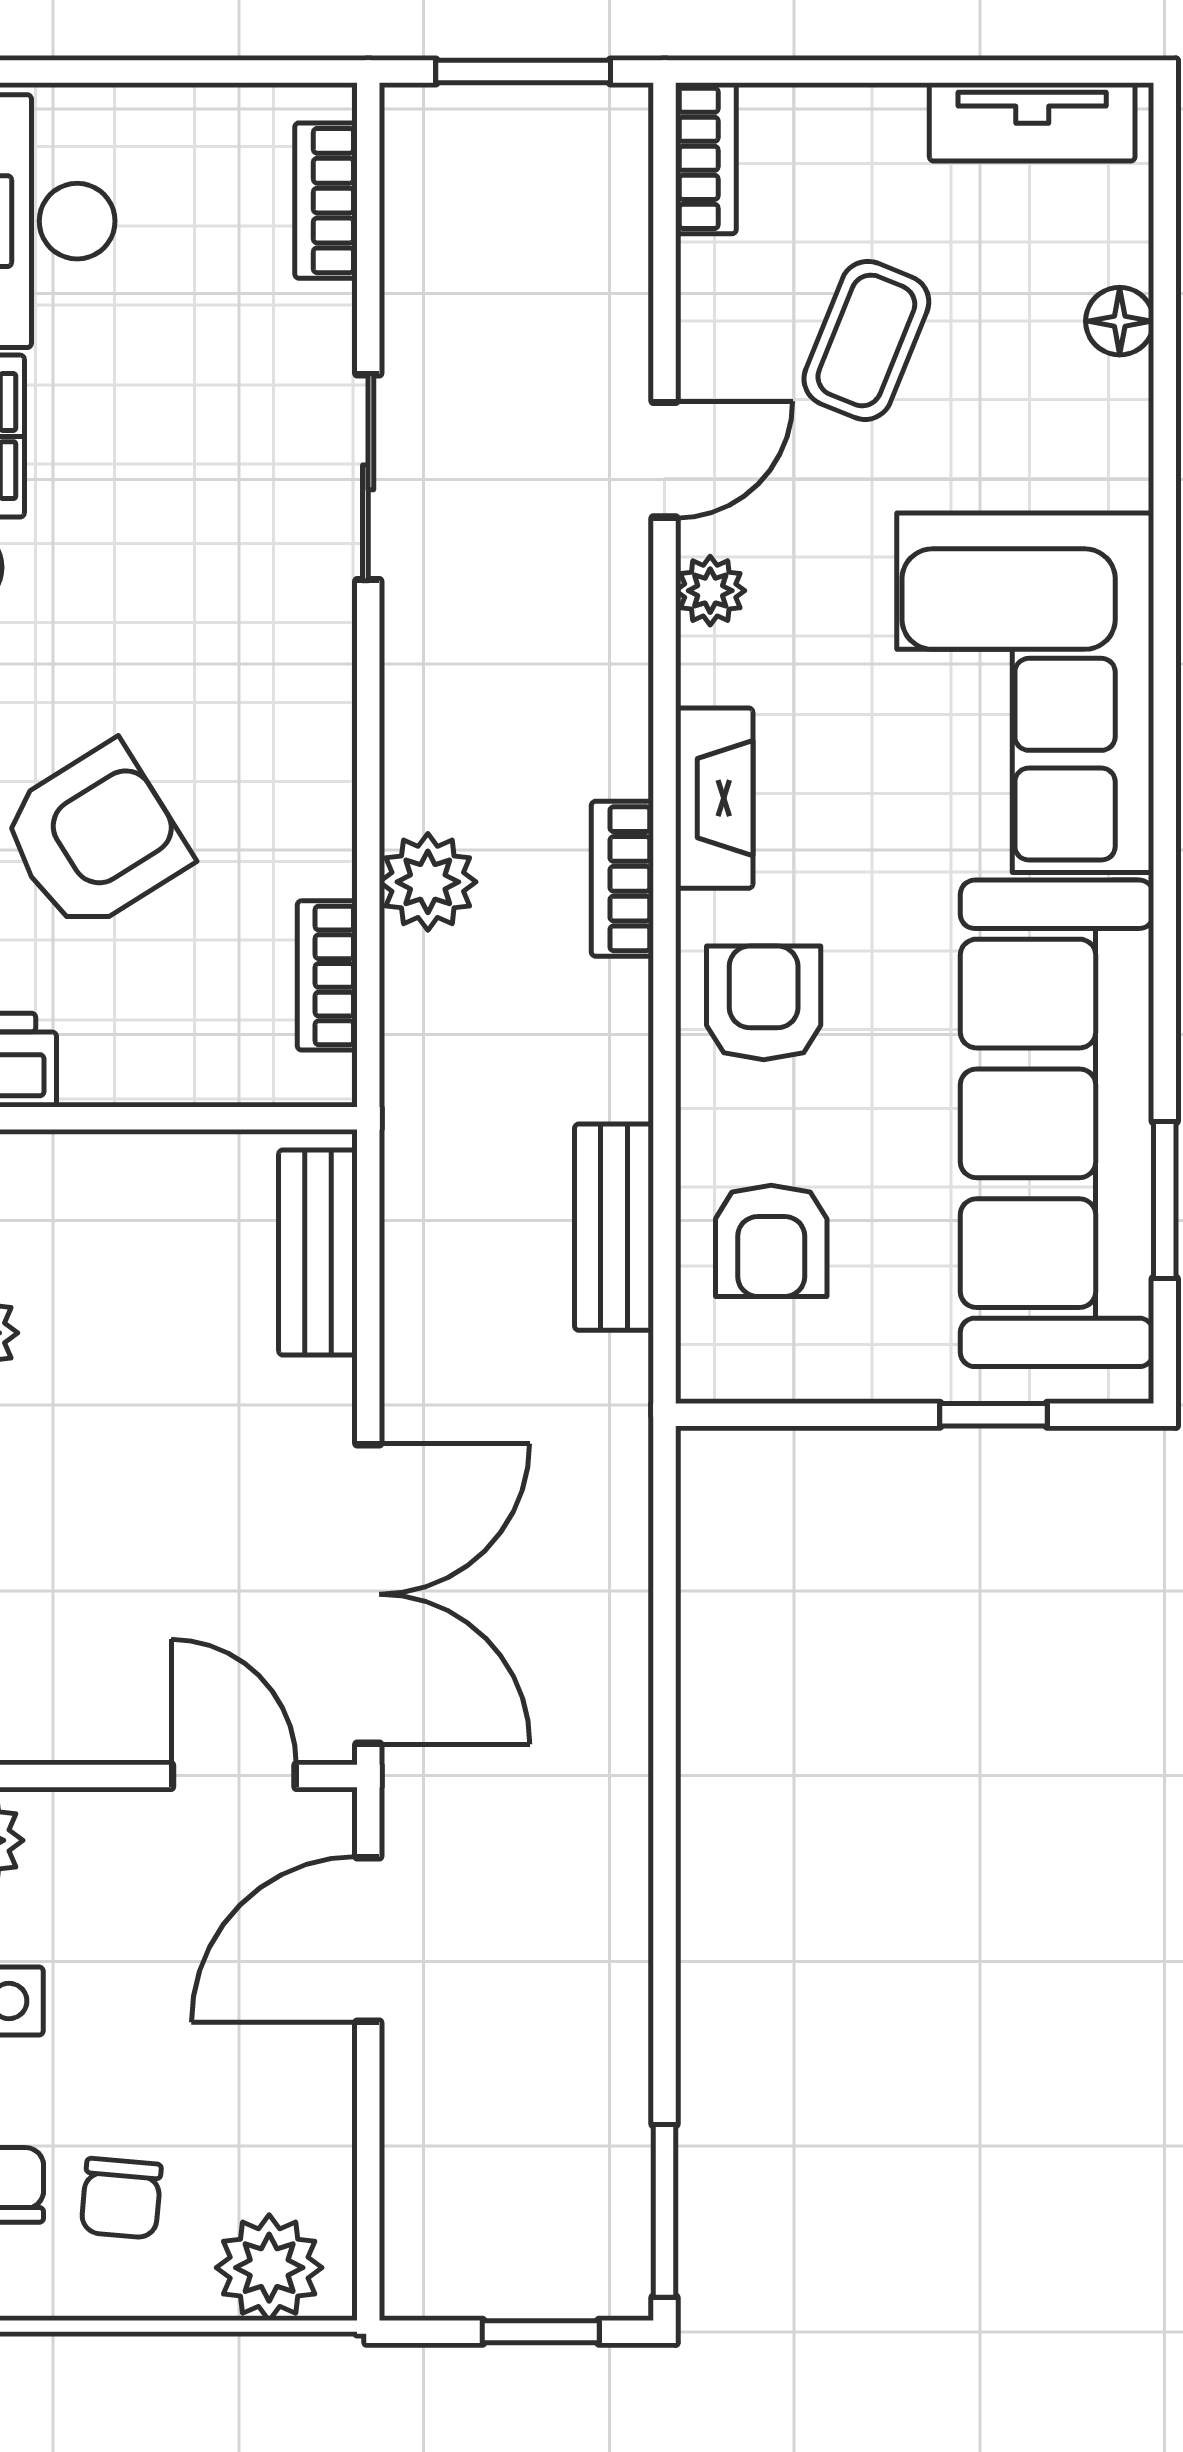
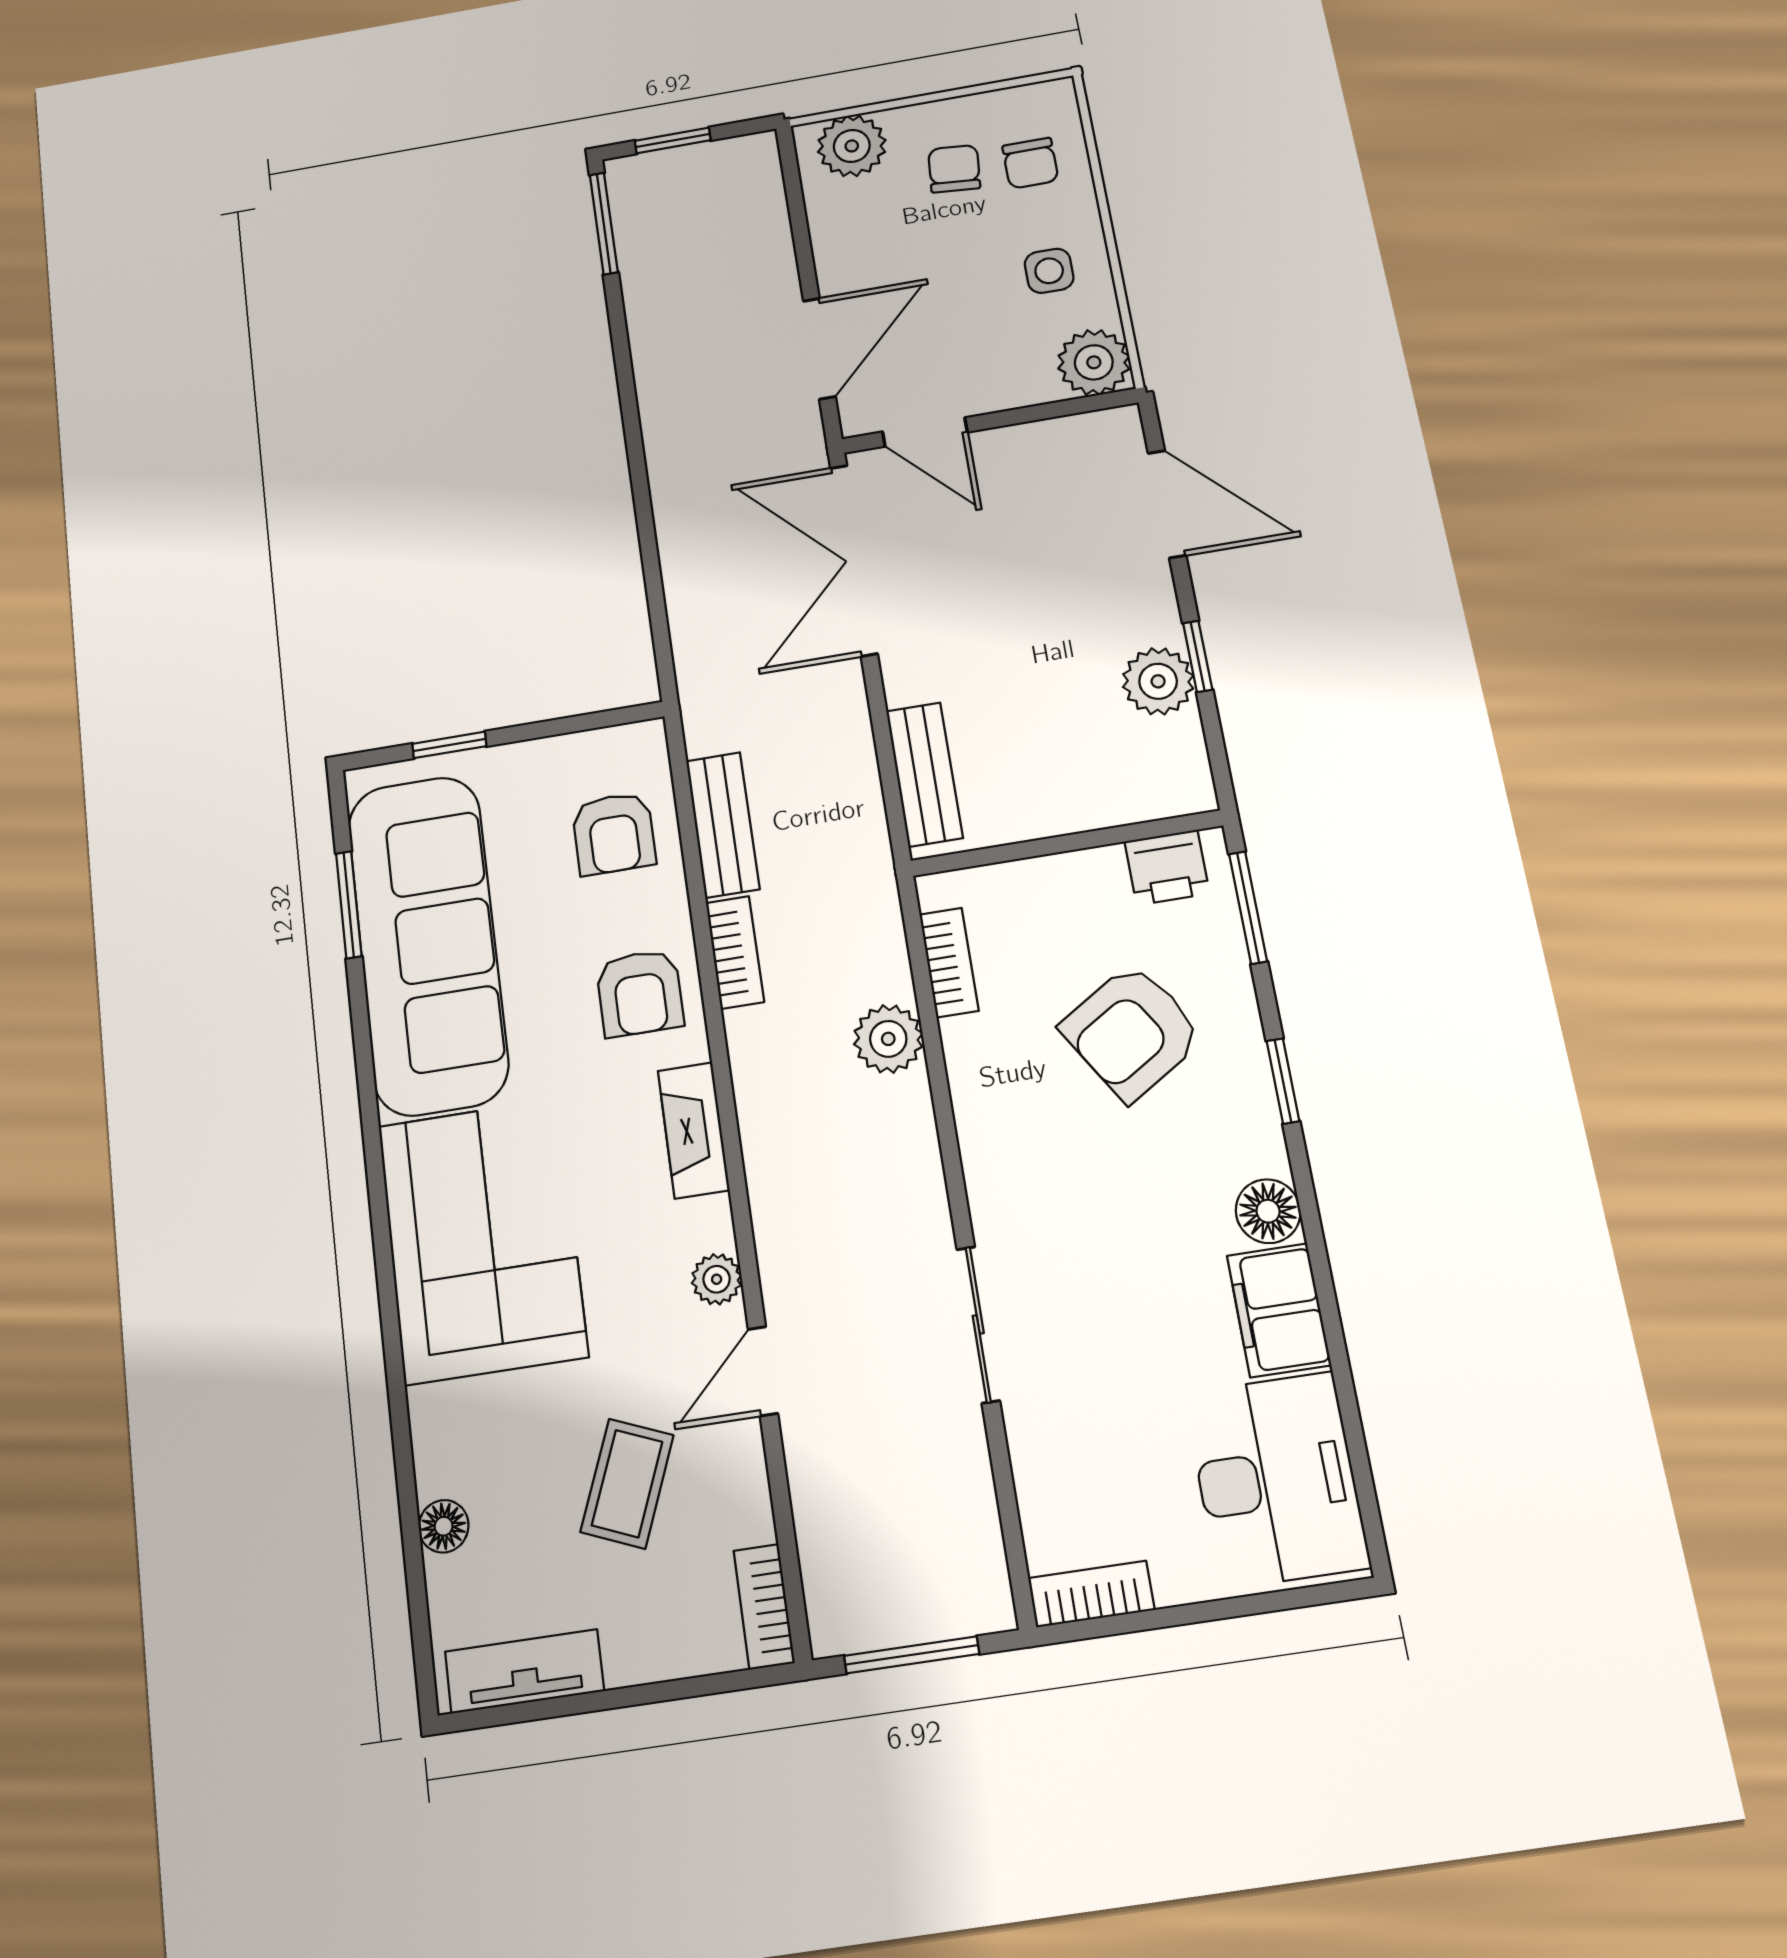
bookcase: (326, 201) -> (1091, 1594), moved, turned -90
bookcase: (622, 879) -> (735, 952), moved
armchair: (771, 1241) -> (614, 833), turned 180

